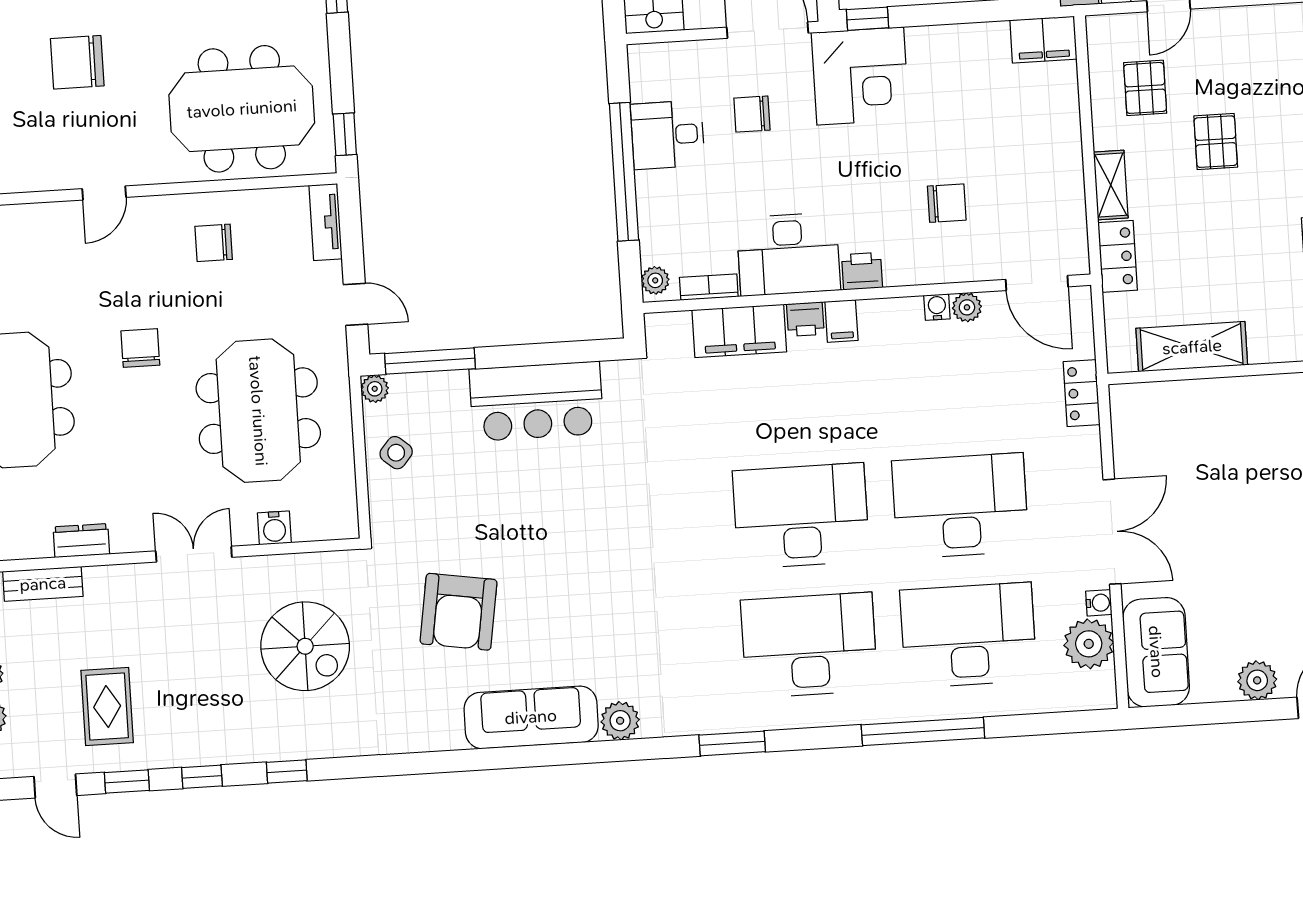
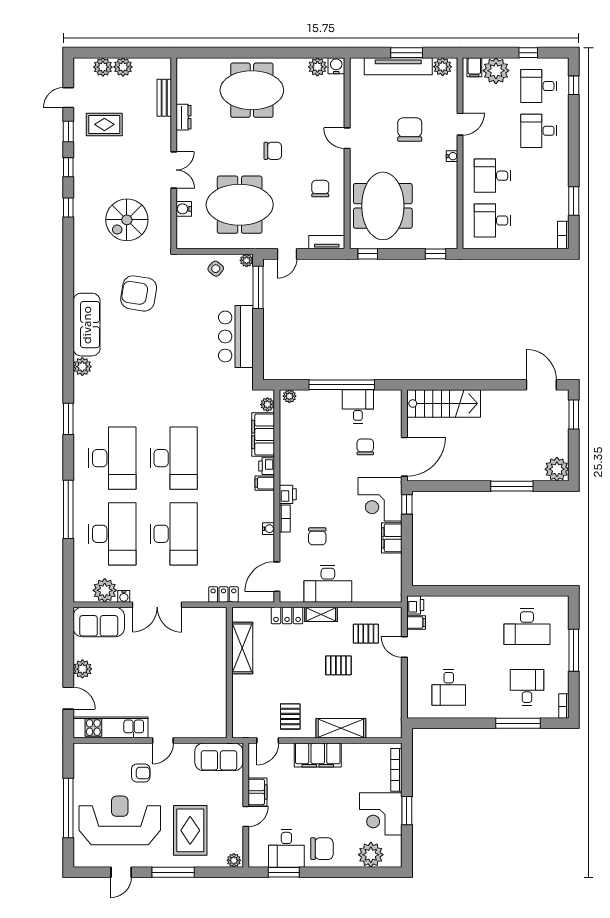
filing cabinet: (1043, 40) -> (392, 538), moved
desk: (788, 254) -> (328, 584), moved, turned -90
bookcase: (709, 287) -> (285, 518), moved
plant: (967, 307) -> (267, 404), moved

